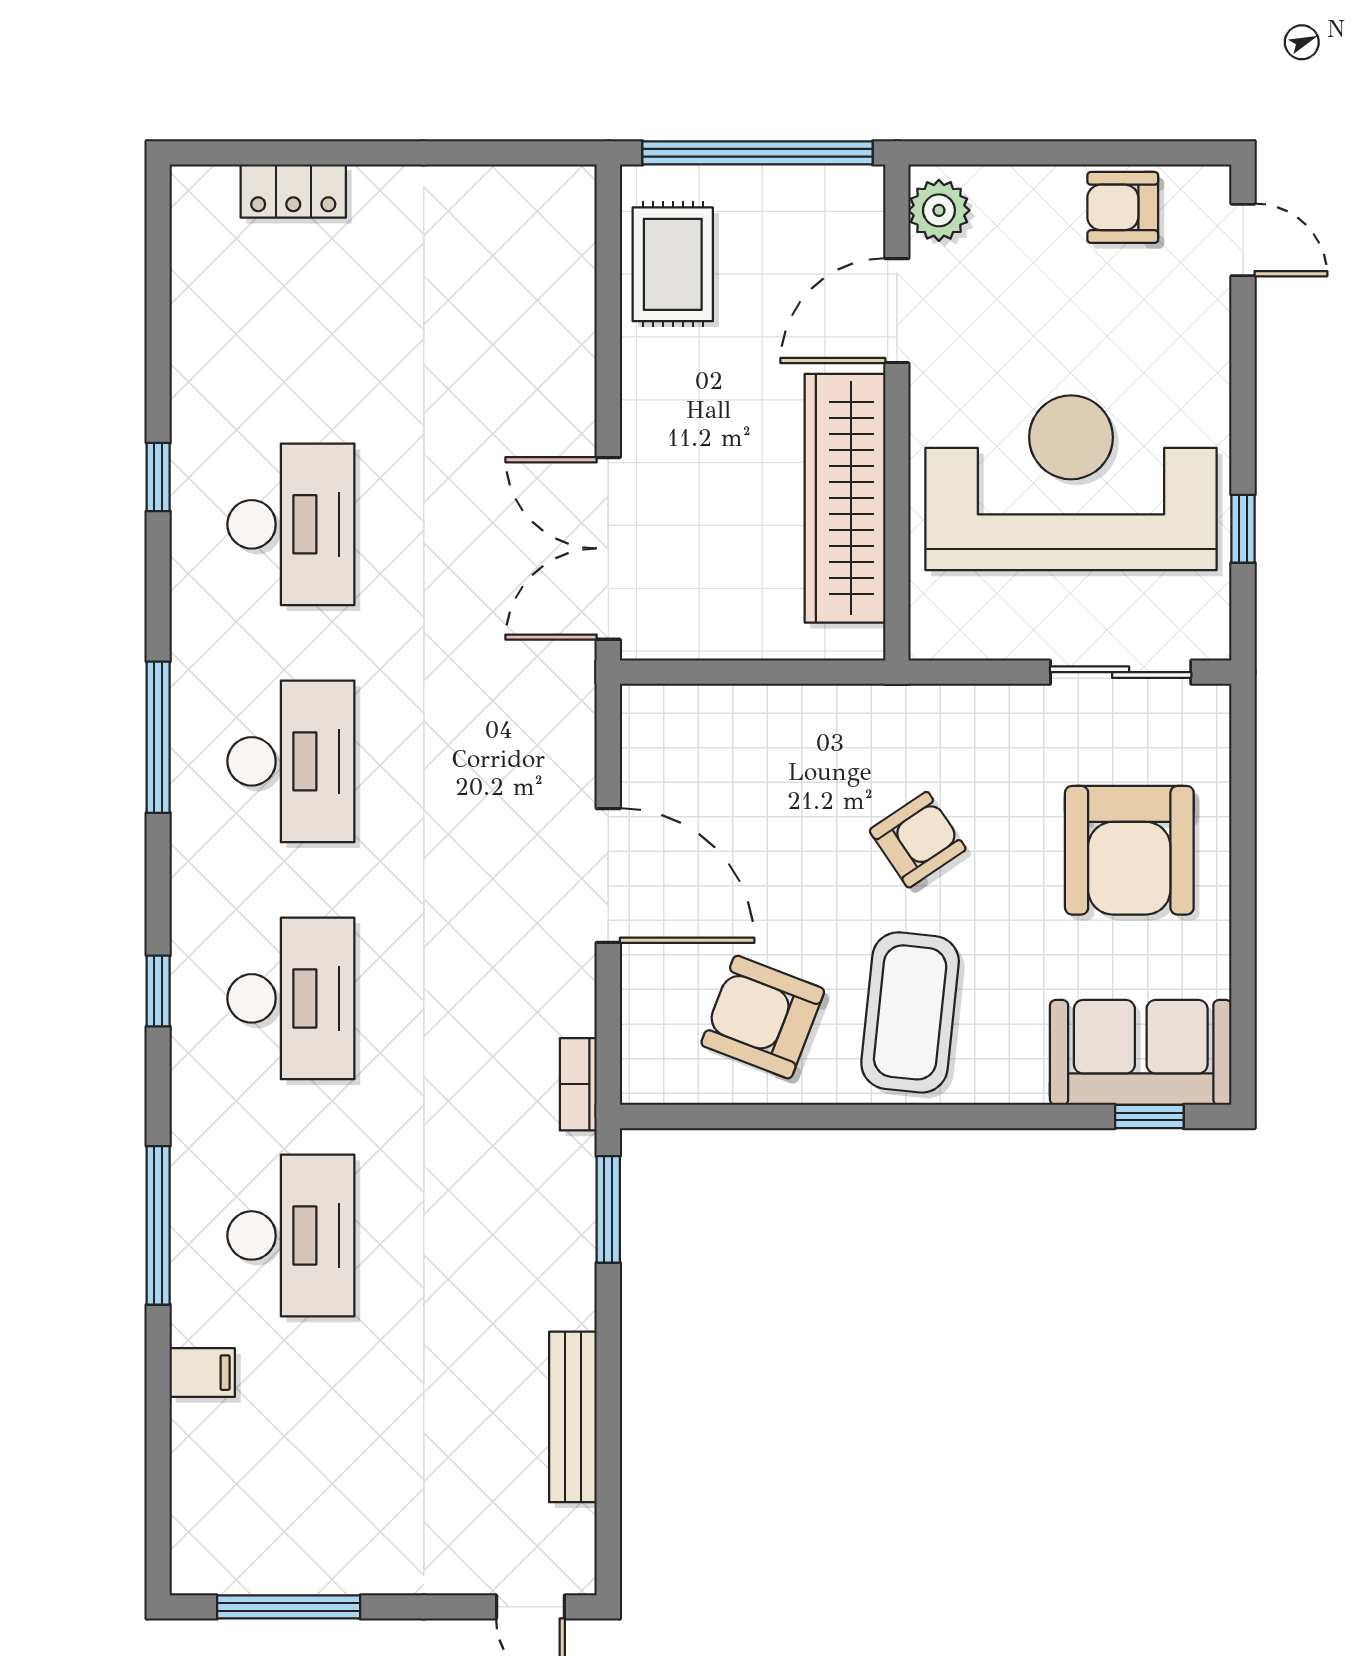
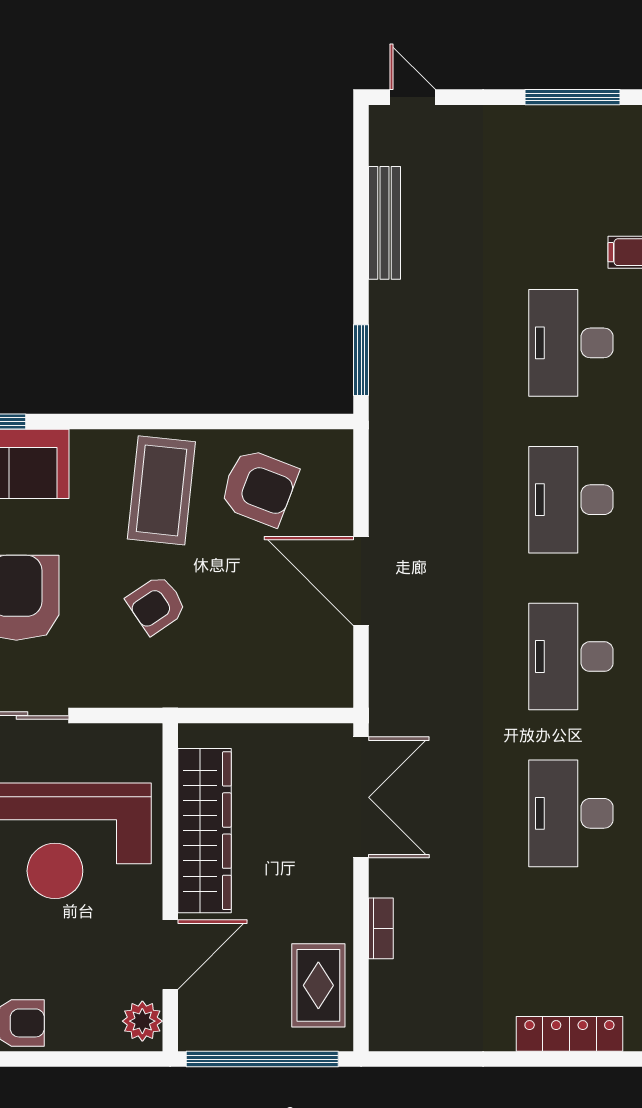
locker: (293, 191) -> (569, 1034), width x1.53
bookcase: (578, 1084) -> (381, 928), moved

